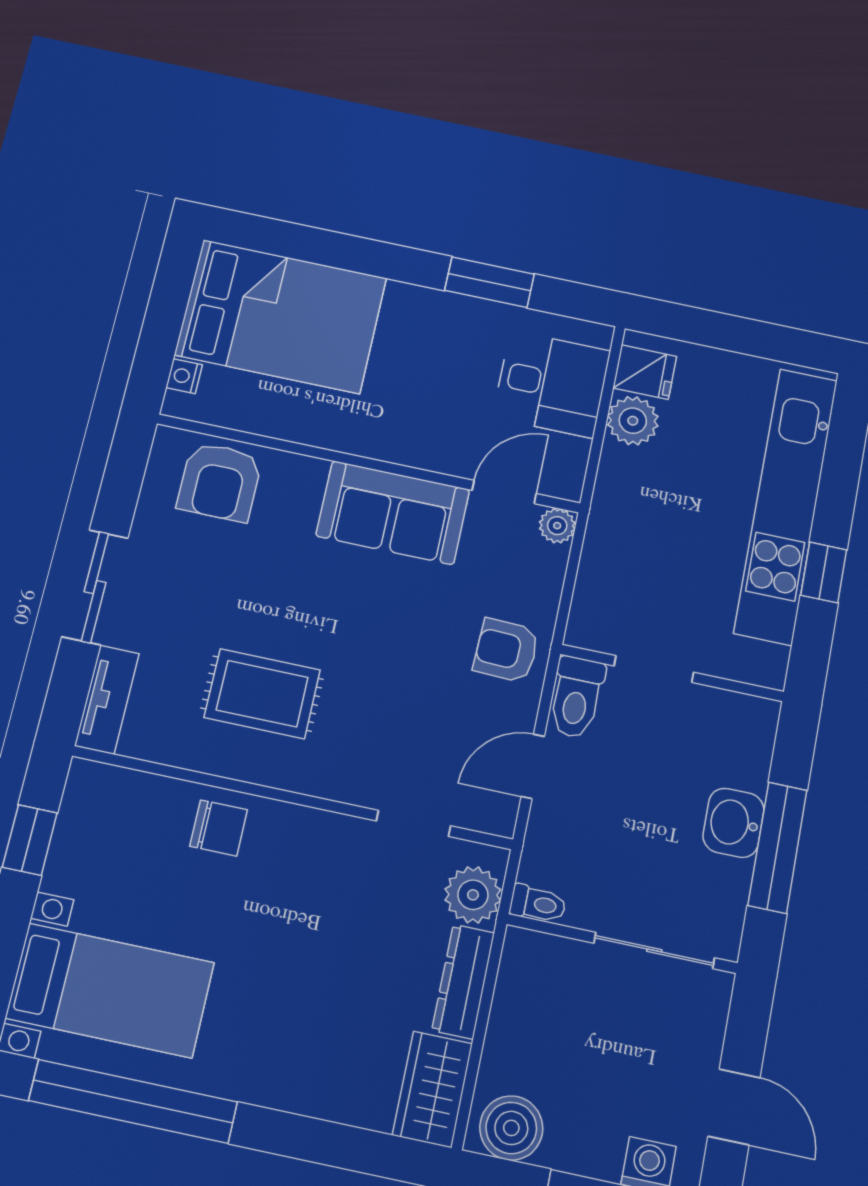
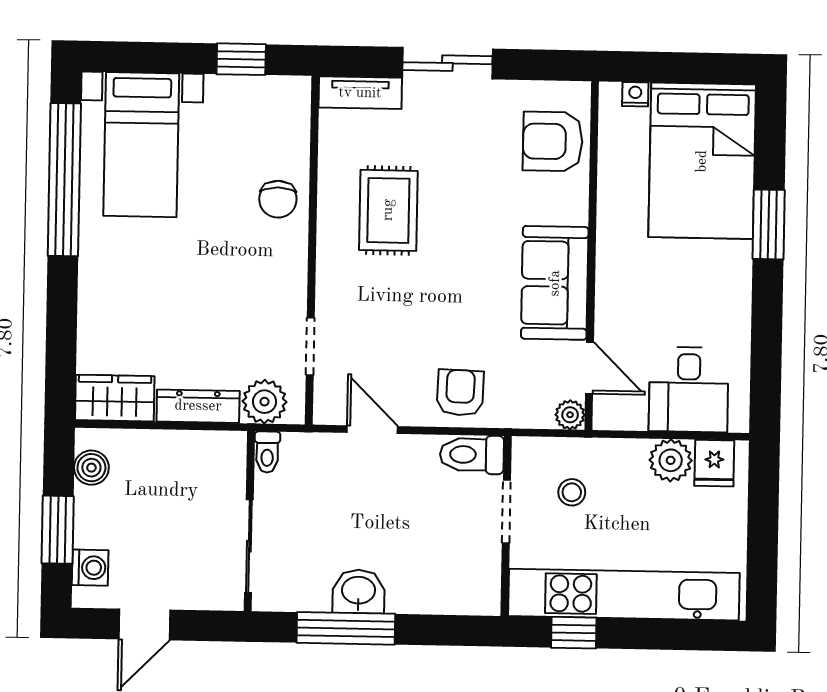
window: (489, 282) -> (769, 224), moved
stool: (652, 542) -> (572, 492), added
doorway: (654, 669) -> (506, 511), moved
wall: (672, 673) -> (506, 526), moved
toilet: (576, 697) -> (472, 455), moved
boiler: (511, 1128) -> (91, 468), width x0.73, depth x0.73

